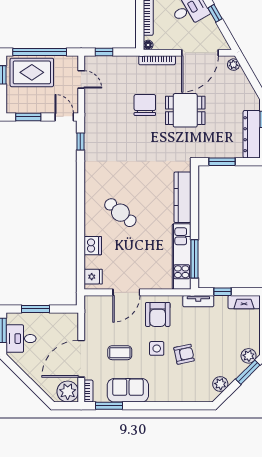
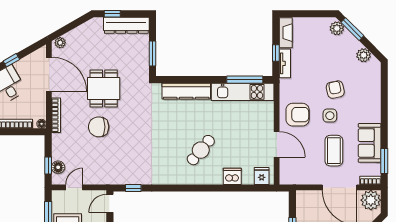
floor lamp: (102, 62) -> (58, 167), added
tv unit: (198, 301) -> (285, 63), moved
coffee table: (120, 353) -> (334, 151), width x1.36, depth x1.30

